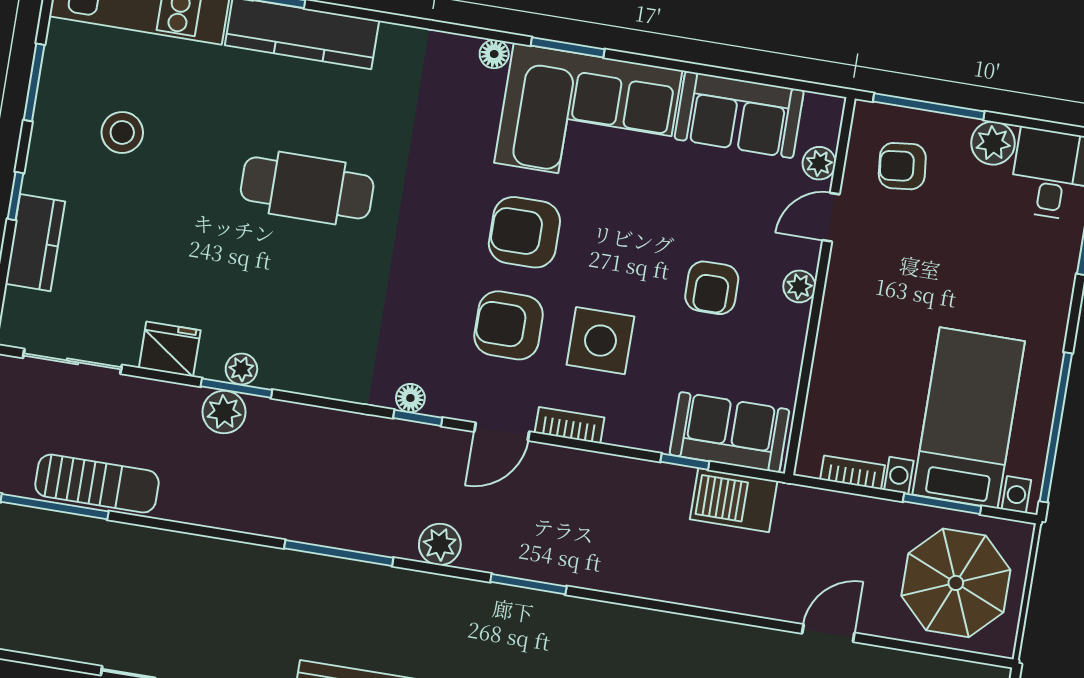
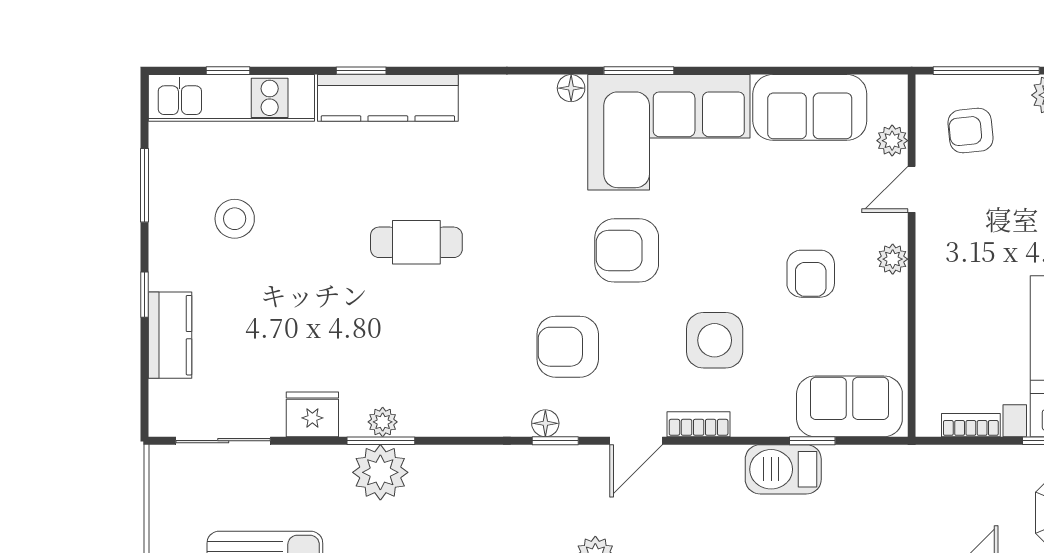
cafe table: (307, 188) -> (416, 242), width x0.73, depth x0.74
armchair: (509, 325) -> (568, 347), moved
plant: (224, 412) -> (380, 472), width x1.36, depth x1.36
barbecue: (734, 500) -> (783, 469), moved

